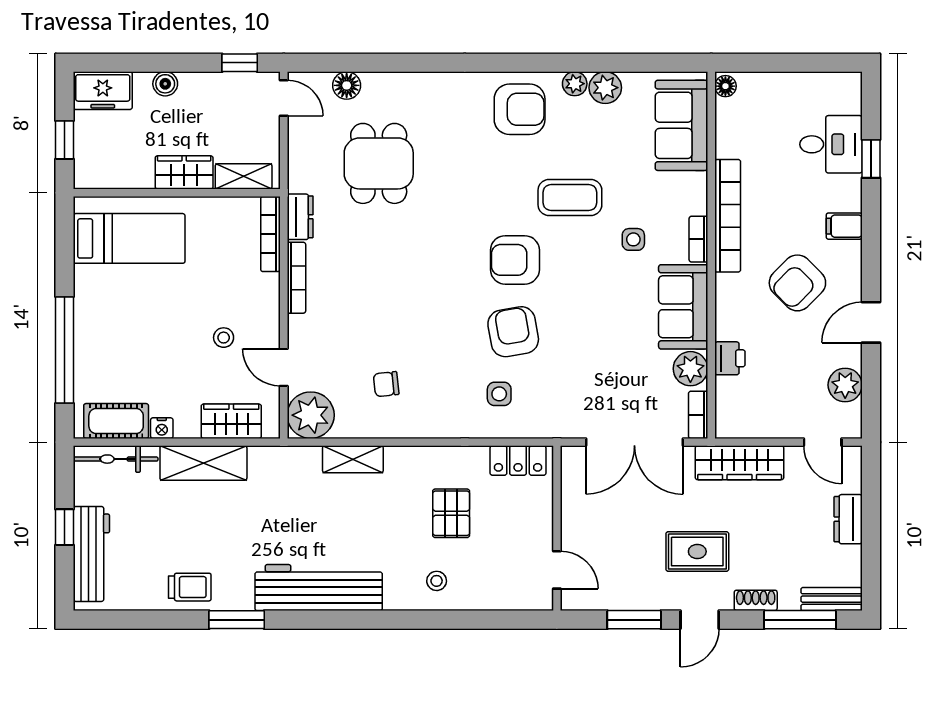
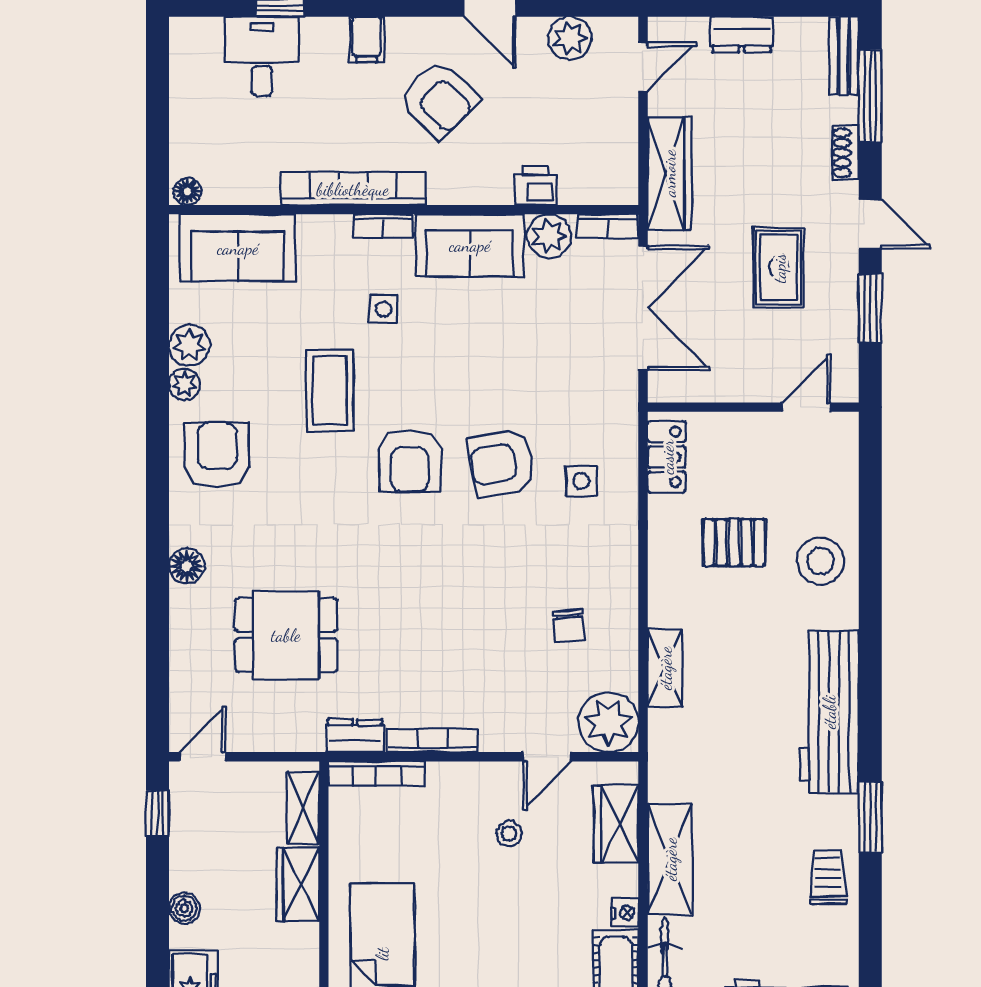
floor lamp: (347, 85) -> (187, 566), moved
rug: (697, 552) -> (779, 268), moved
stool: (437, 581) -> (821, 561), width x1.89, depth x1.89

